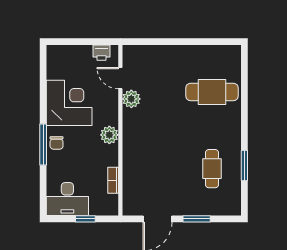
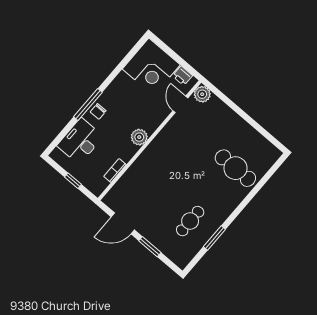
plant: (131, 99) -> (202, 94), moved
corner desk: (69, 103) -> (151, 67), moved, turned 90
desk: (67, 199) -> (80, 141), moved, turned 90

